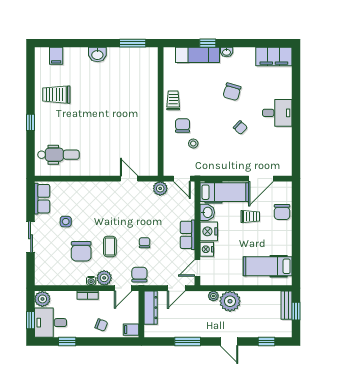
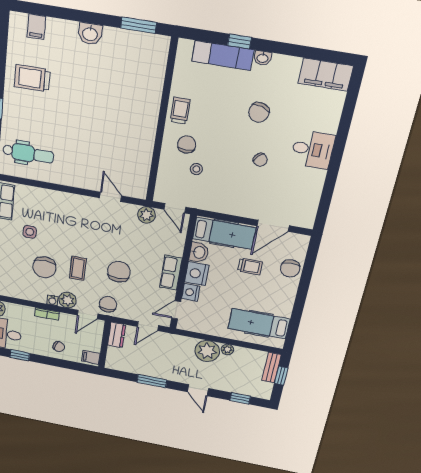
chair: (145, 243) -> (119, 272), width x1.87, depth x1.87
plant: (213, 296) -> (227, 350), moved
dresser: (151, 308) -> (117, 335), width x0.70

